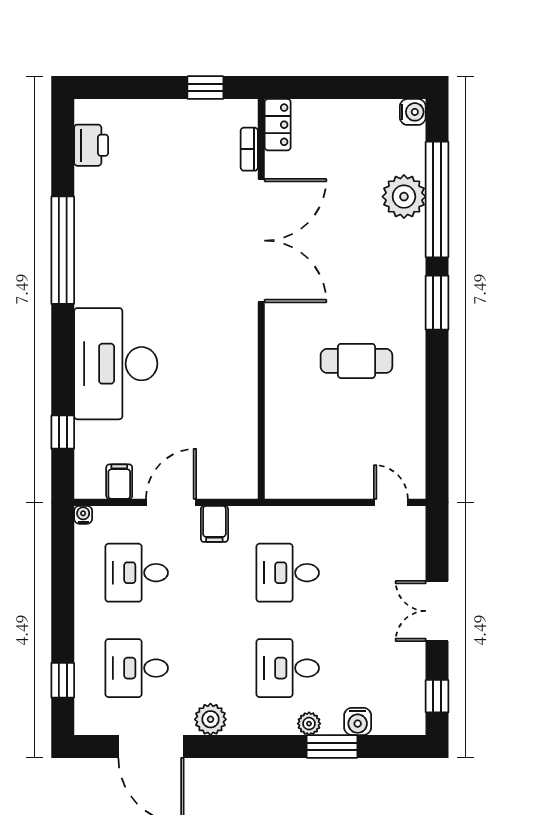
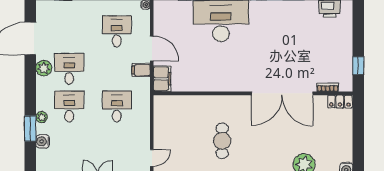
filing cabinet: (119, 482) -> (162, 79), moved, width x2.00
desk: (137, 668) -> (69, 69), moved

